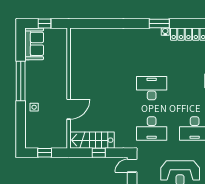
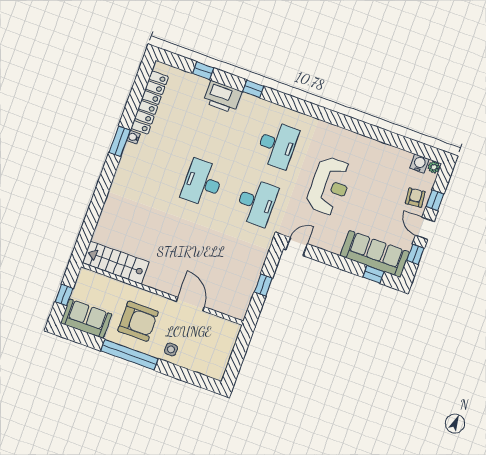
armchair: (45, 79) -> (138, 321), added
stairs: (92, 140) -> (116, 263), moved, turned 90
window: (45, 153) -> (237, 357), removed
door: (132, 166) -> (297, 247), swing flipped

